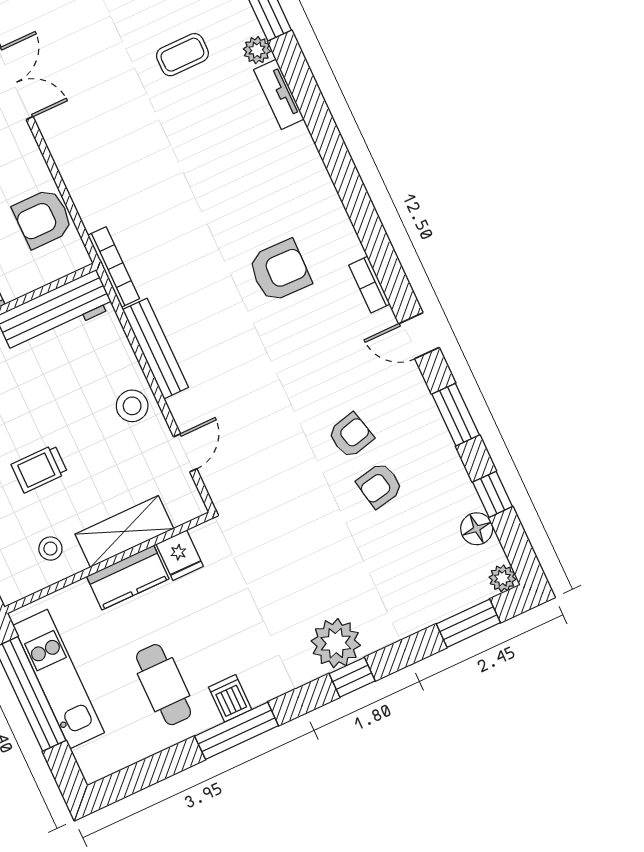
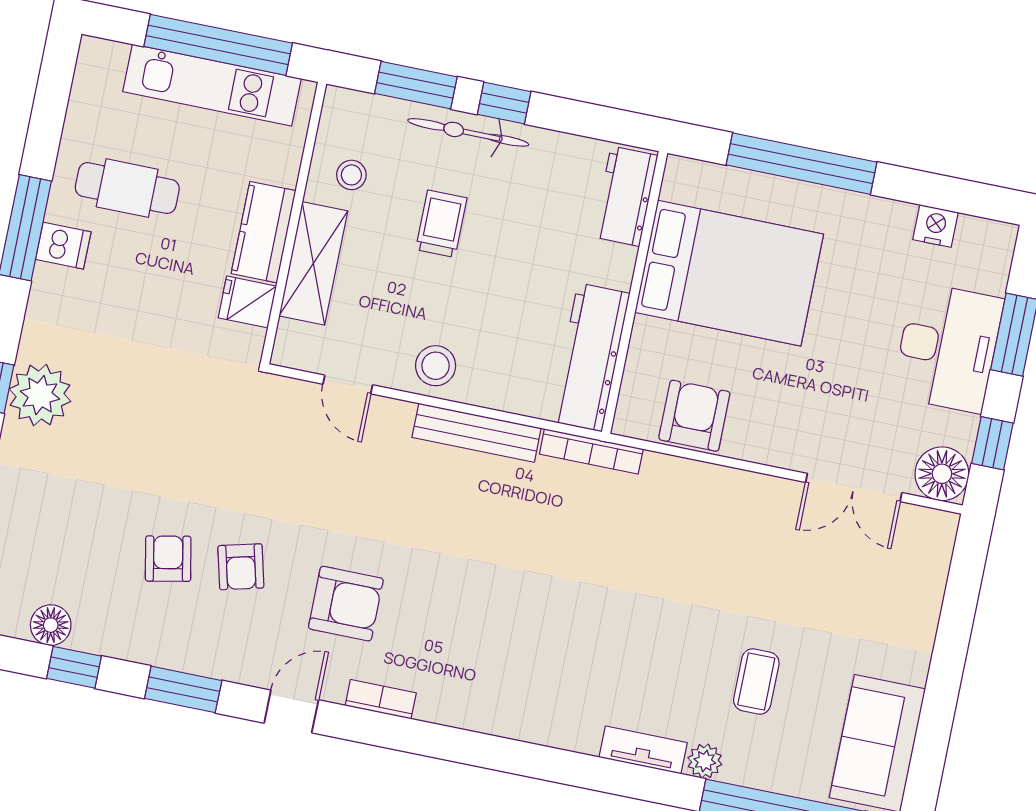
armchair: (280, 271) -> (346, 604), moved, turned -91

